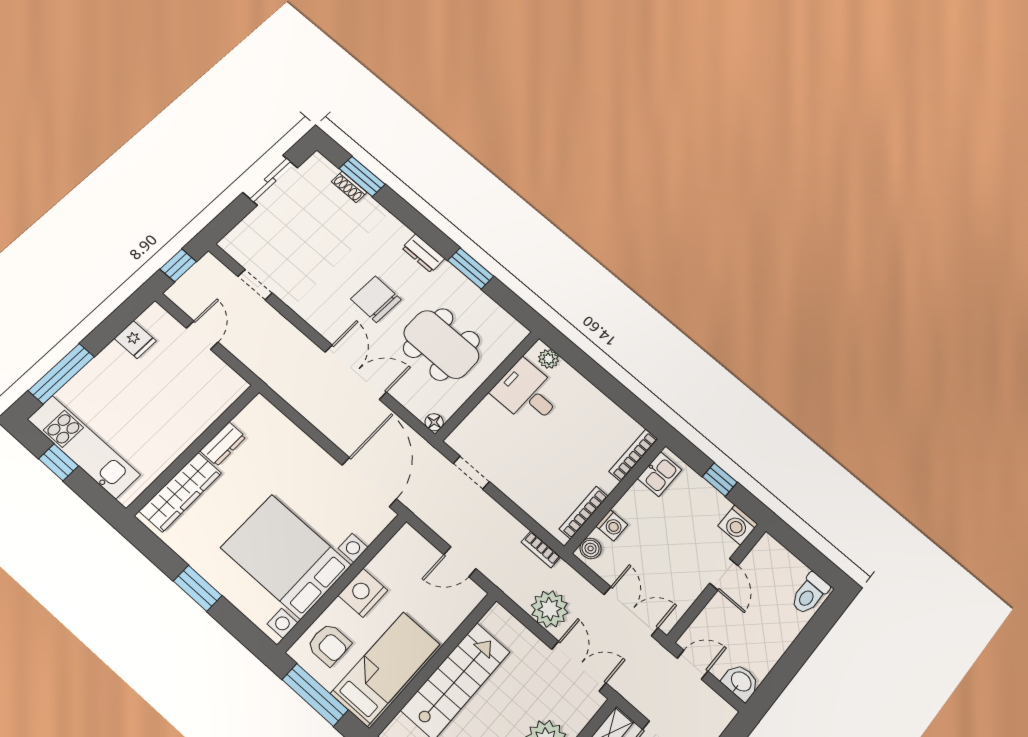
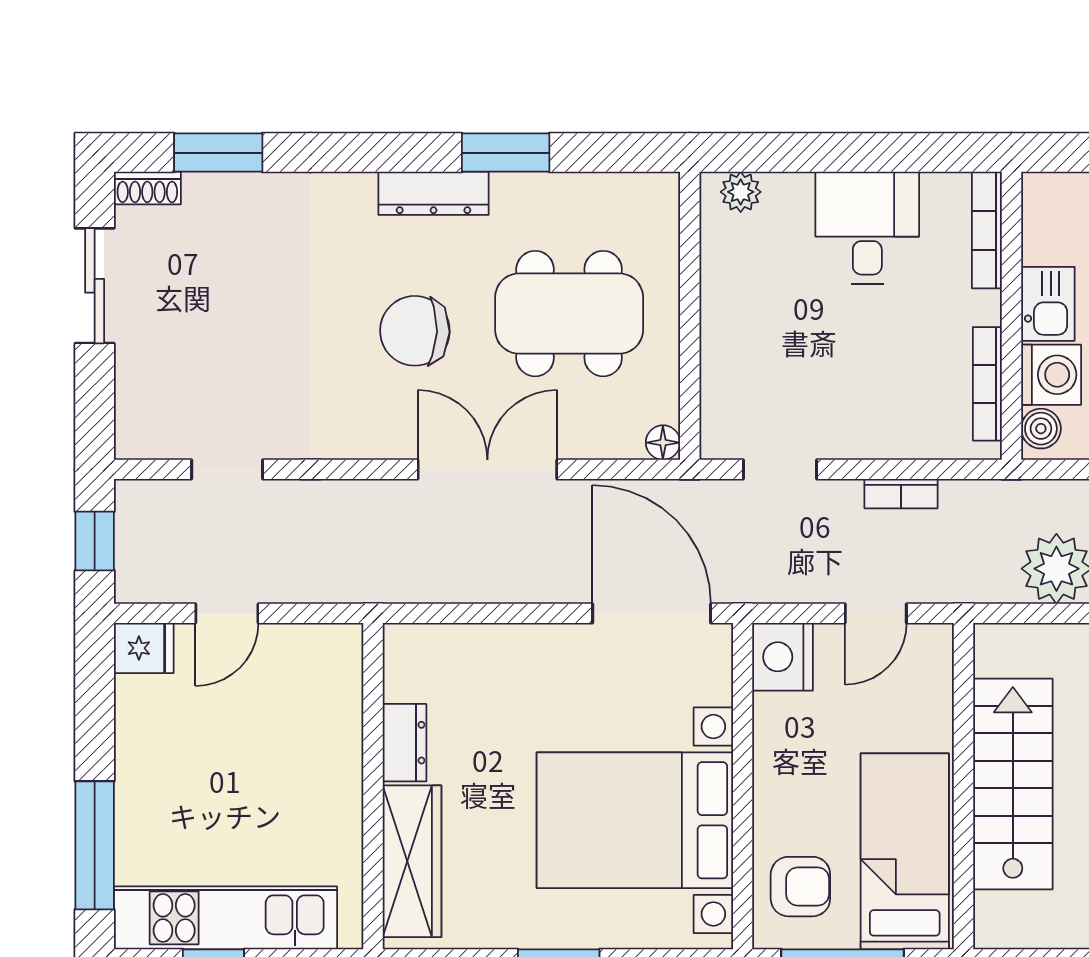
shoe rack: (349, 187) -> (147, 188), moved
dresser: (423, 253) -> (434, 193), width x1.44
door: (202, 335) -> (227, 613), swing flipped
fridge: (135, 340) -> (144, 648), moved
desk: (527, 393) -> (867, 228), moved, turned 90
kitchen sink: (660, 474) -> (1048, 304), moved
washing machine: (612, 525) -> (1051, 375), width x1.38, depth x1.38
bookcase: (541, 549) -> (901, 494), moved
nightstand: (363, 593) -> (783, 657), moved

